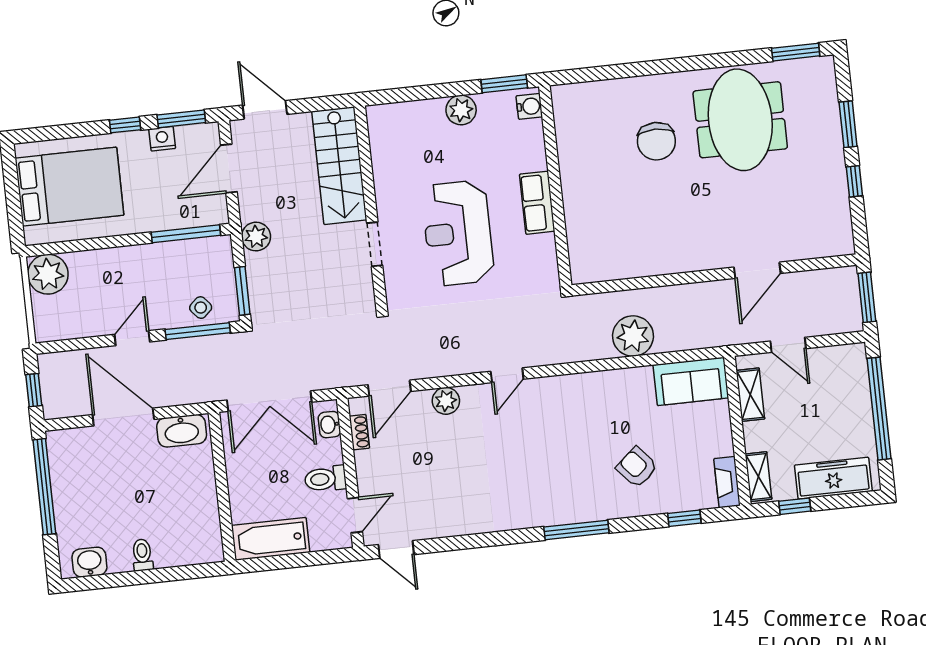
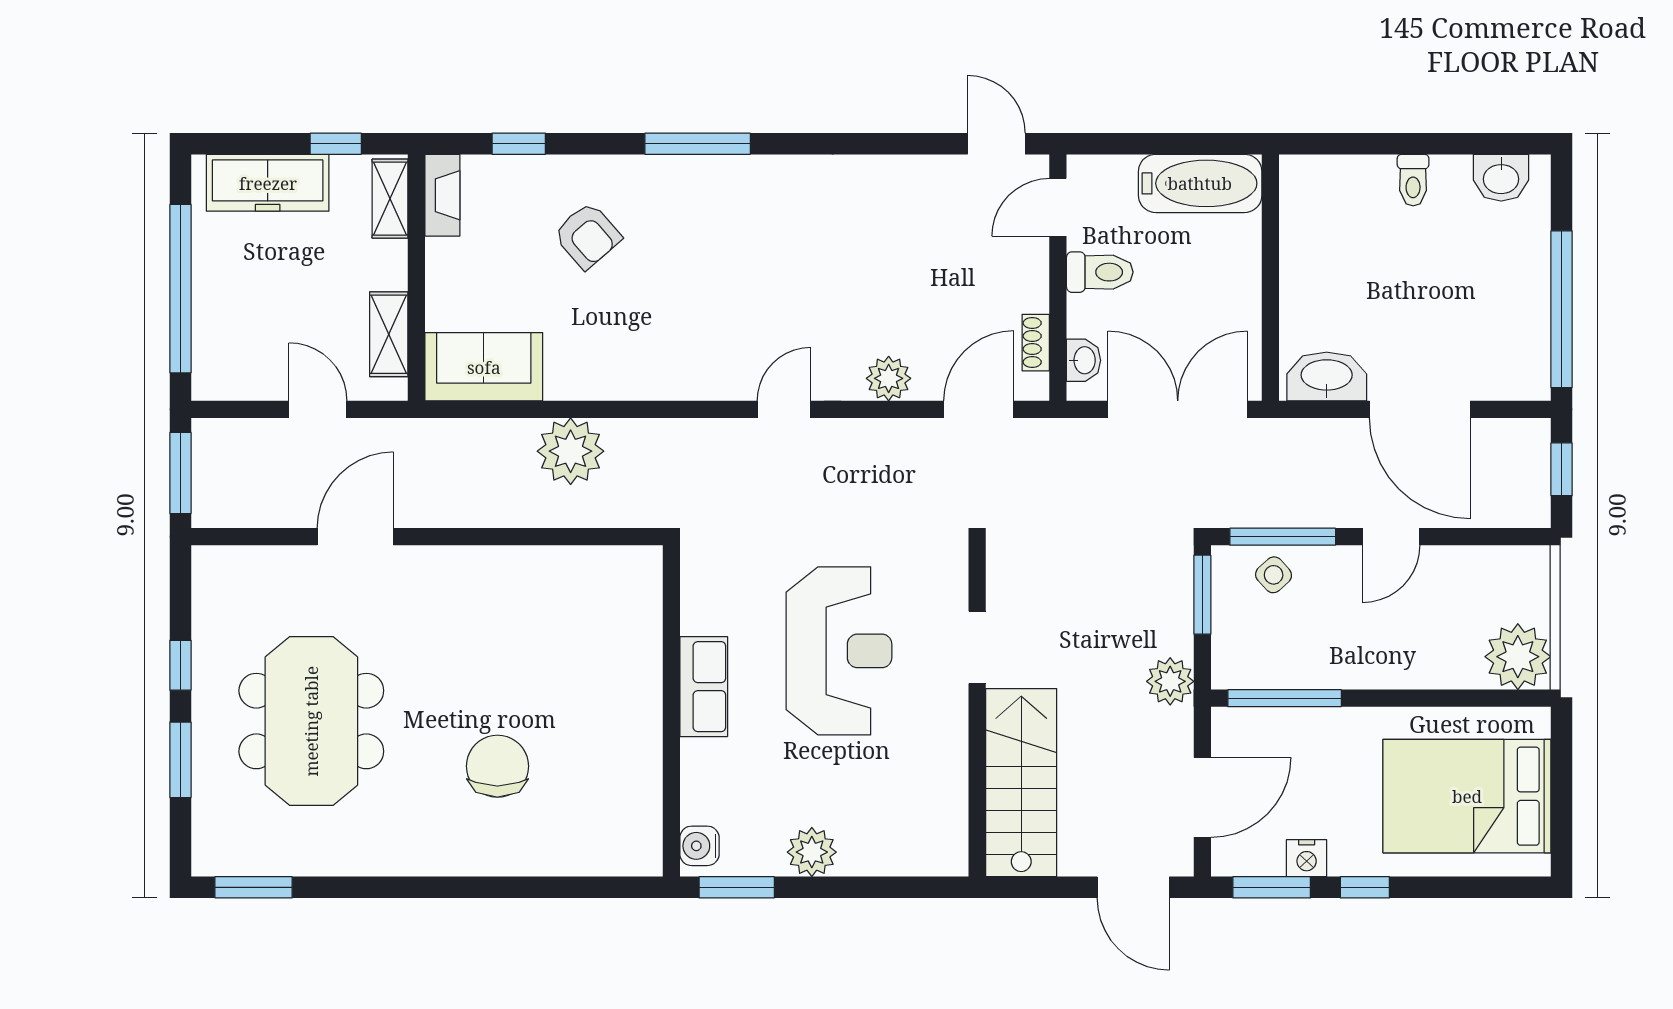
meeting table: (740, 120) -> (311, 721), moved

